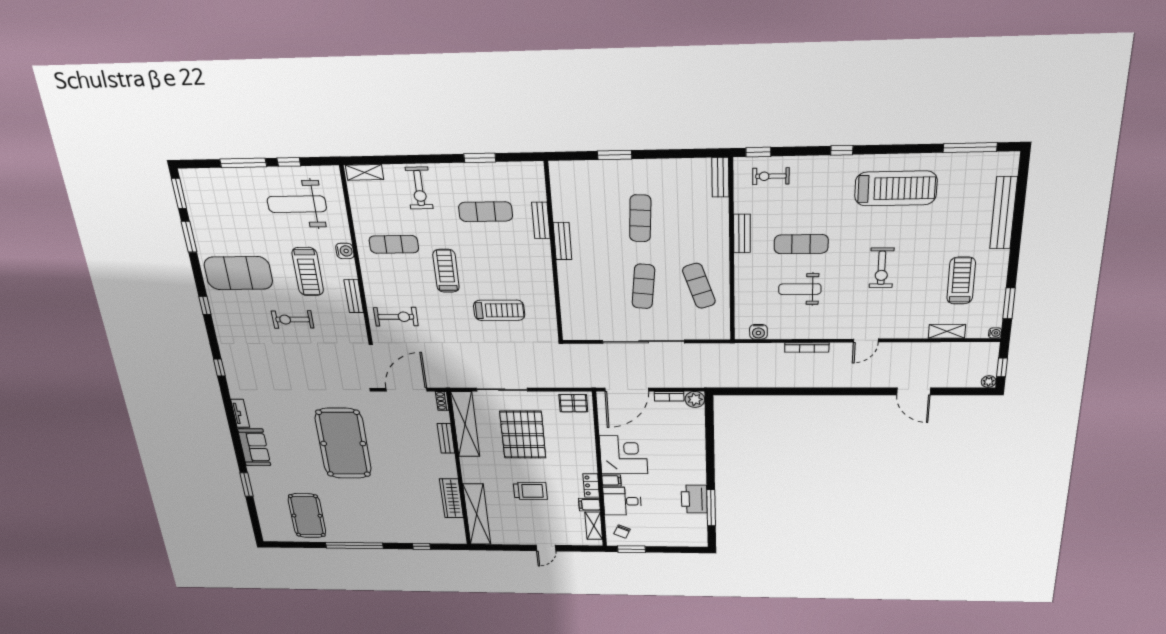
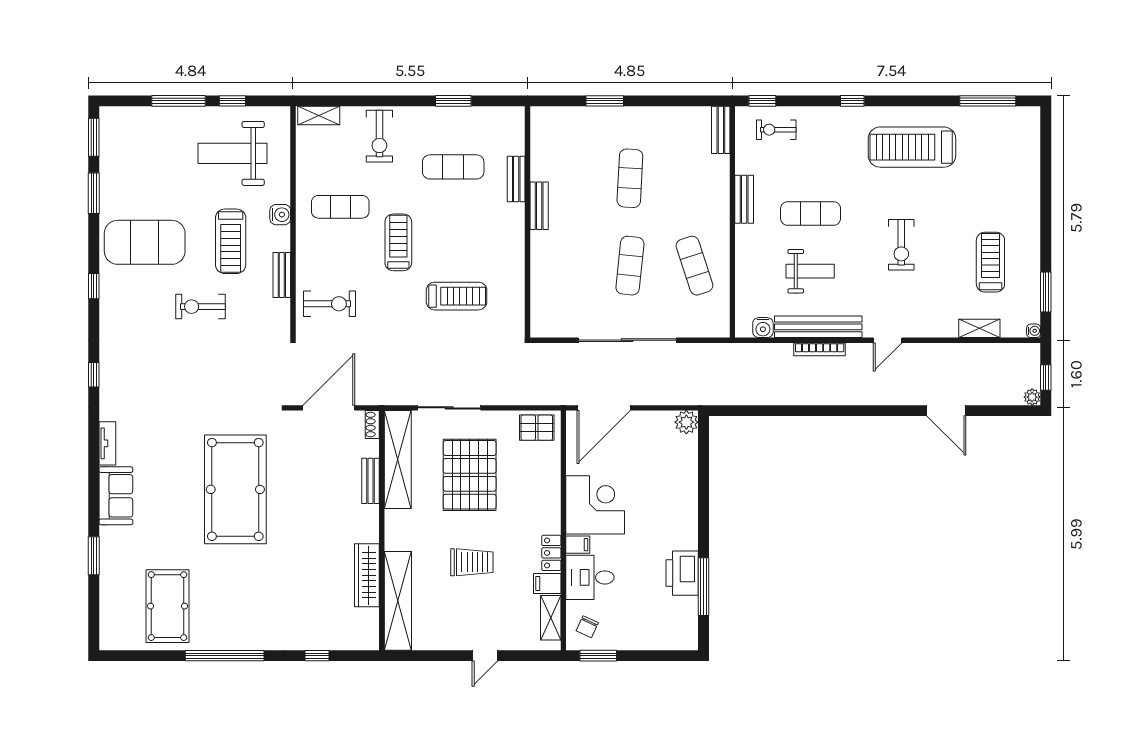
treadmill: (896, 188) -> (912, 147), turned 180
bench: (1004, 213) -> (818, 327), moved, turned 90
weight bench: (800, 289) -> (810, 271), turned 180
bookcase: (669, 396) -> (655, 417), removed

